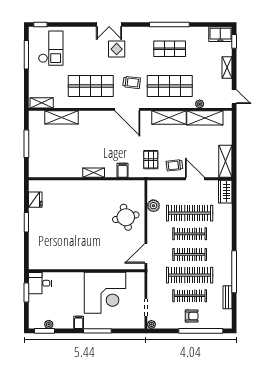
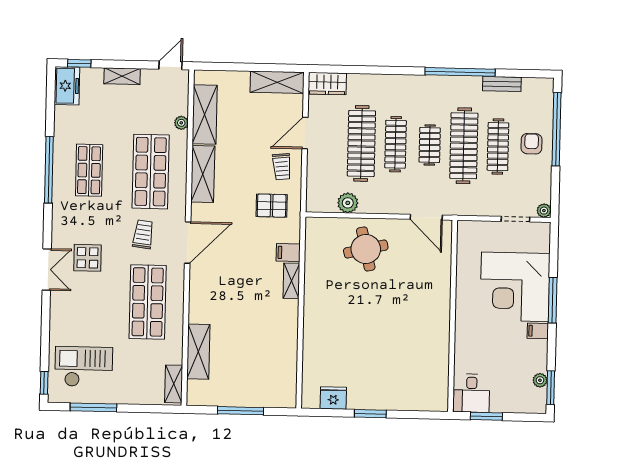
shelving: (94, 173) -> (291, 281), moved
clothes rail: (190, 254) -> (430, 145), width x0.73
corner desk: (105, 293) -> (515, 287), moved, turned 180

